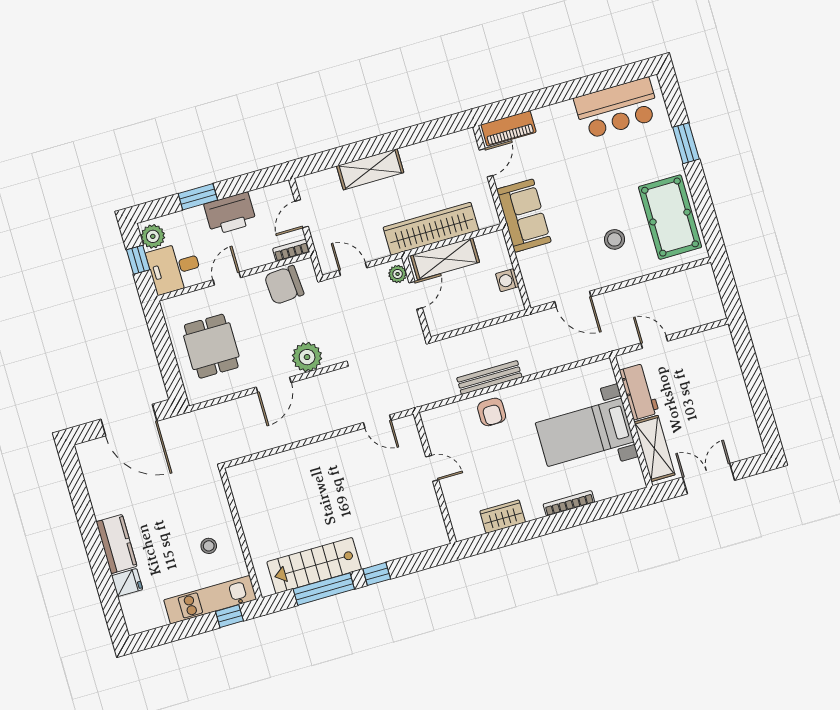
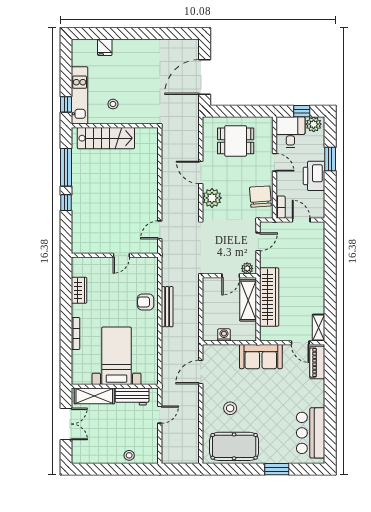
shelving: (370, 169) -> (319, 328), moved, width x0.67, depth x0.75
door: (416, 295) -> (231, 276), hinge flipped
stool: (729, 371) -> (129, 455), added
kitchen counter: (116, 544) -> (130, 47), removed
stairs: (314, 566) -> (106, 138), moved, turned 90

